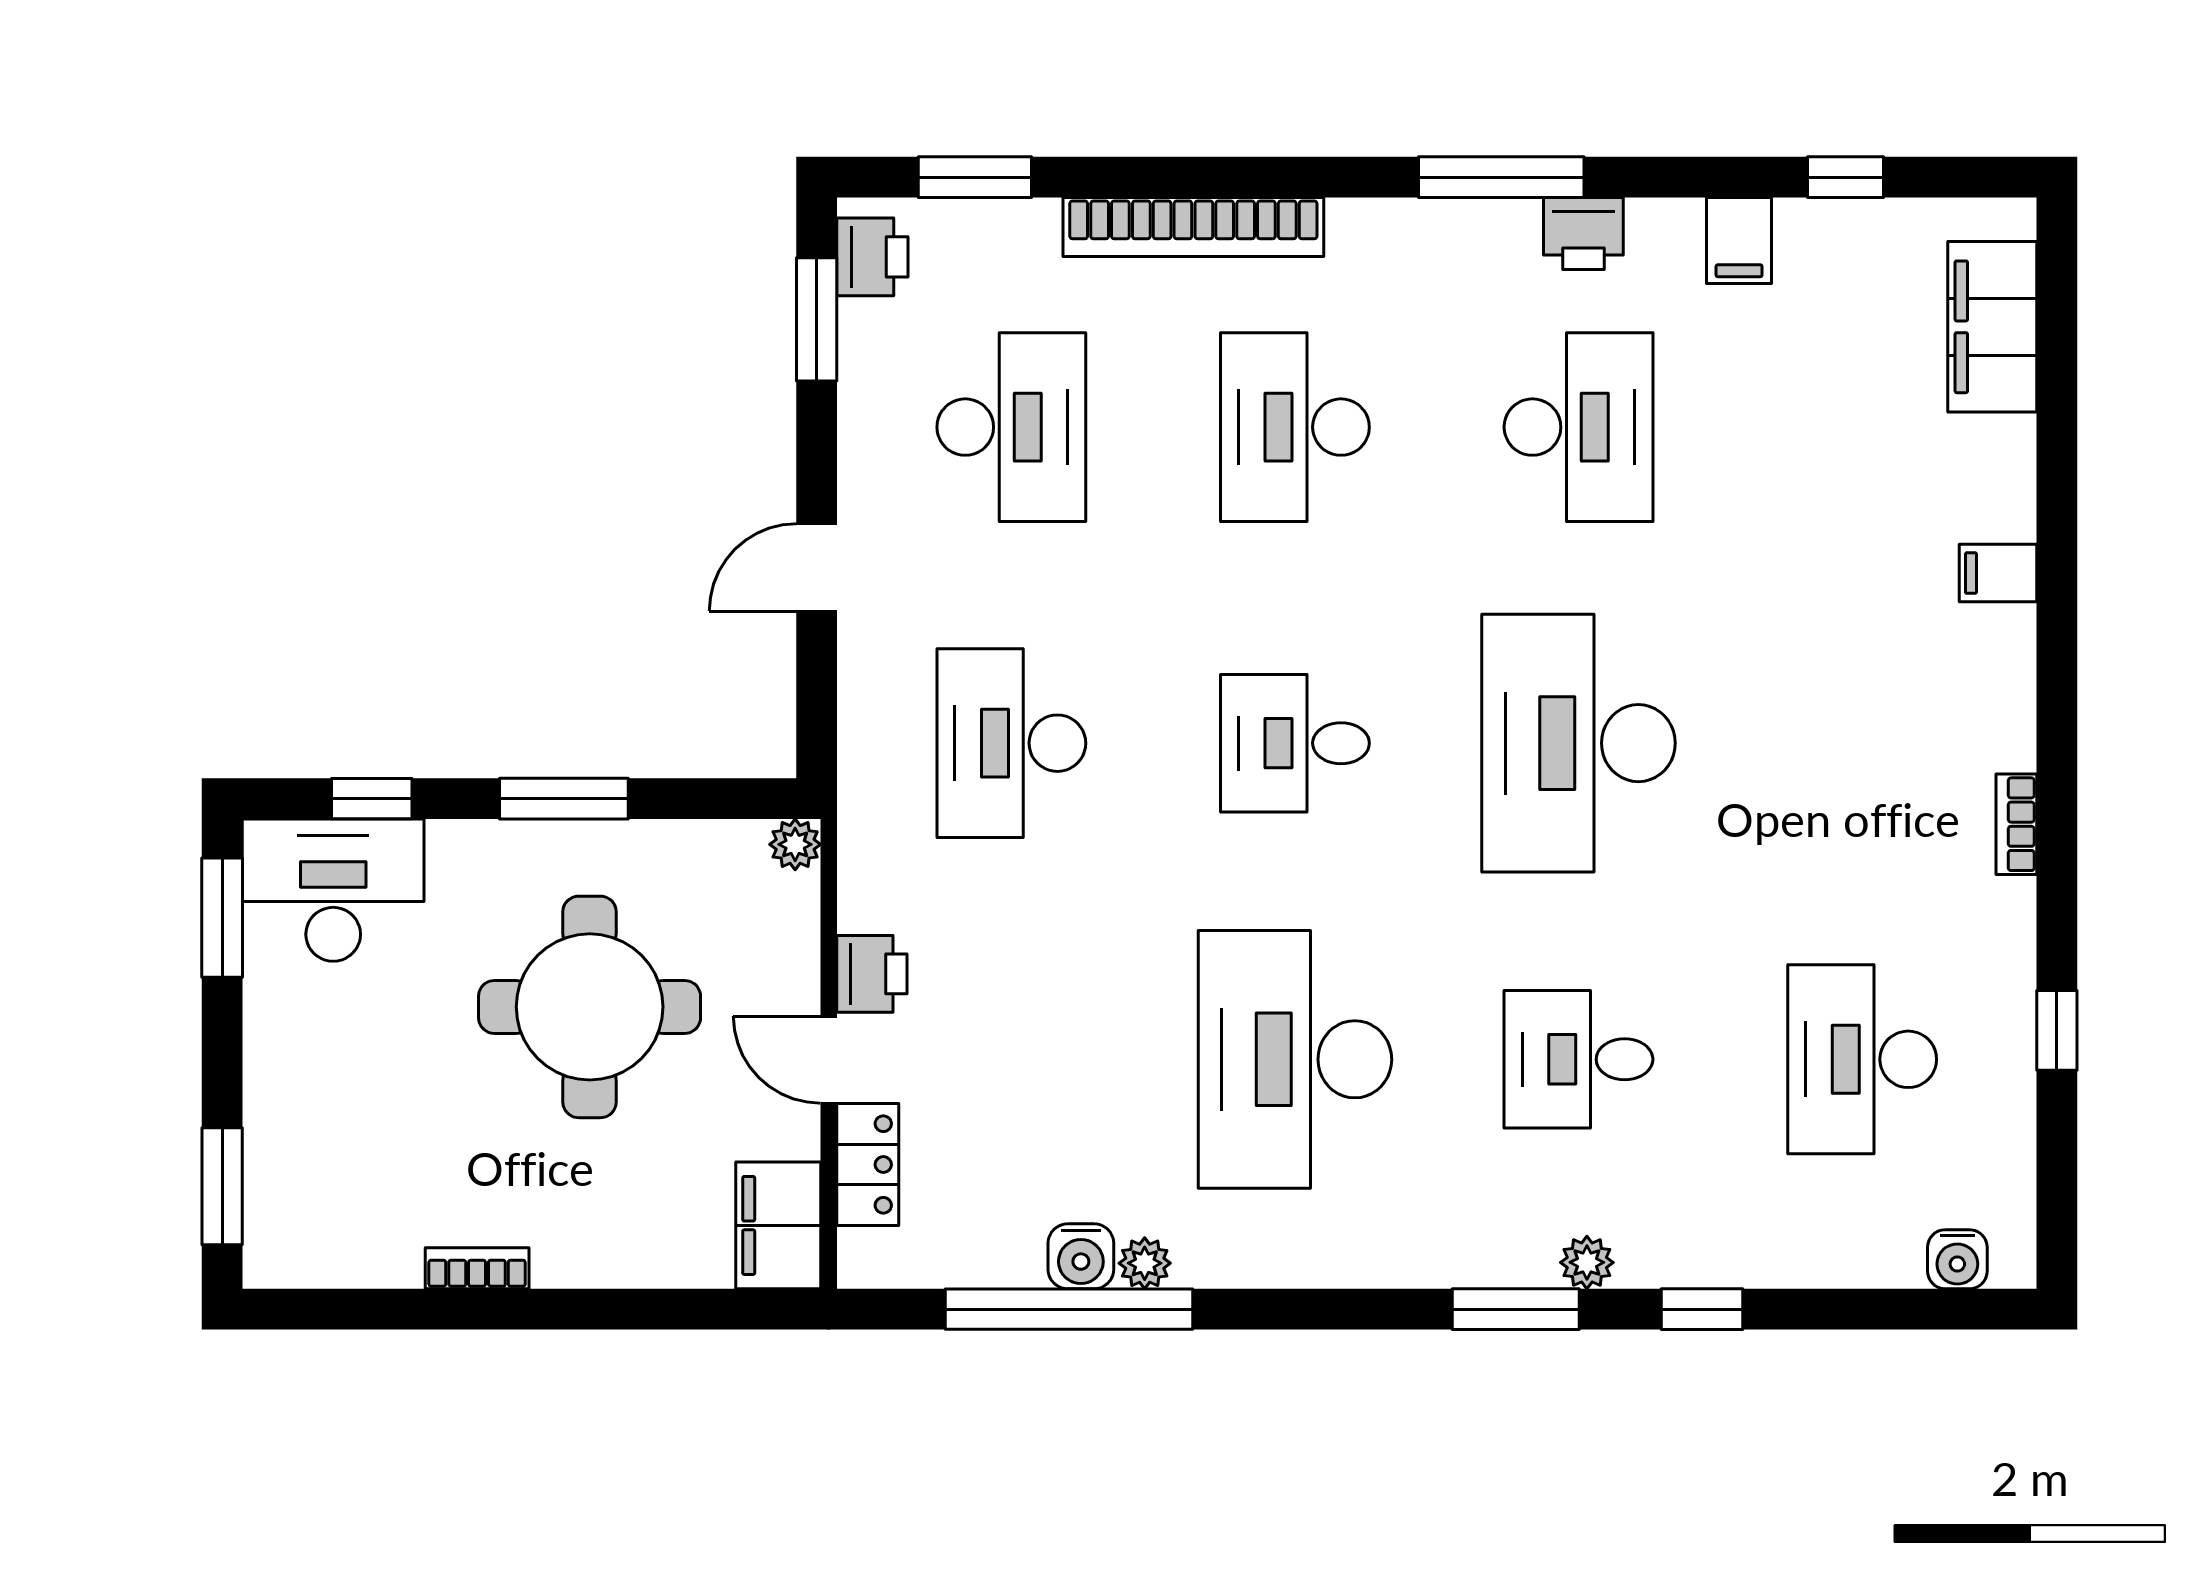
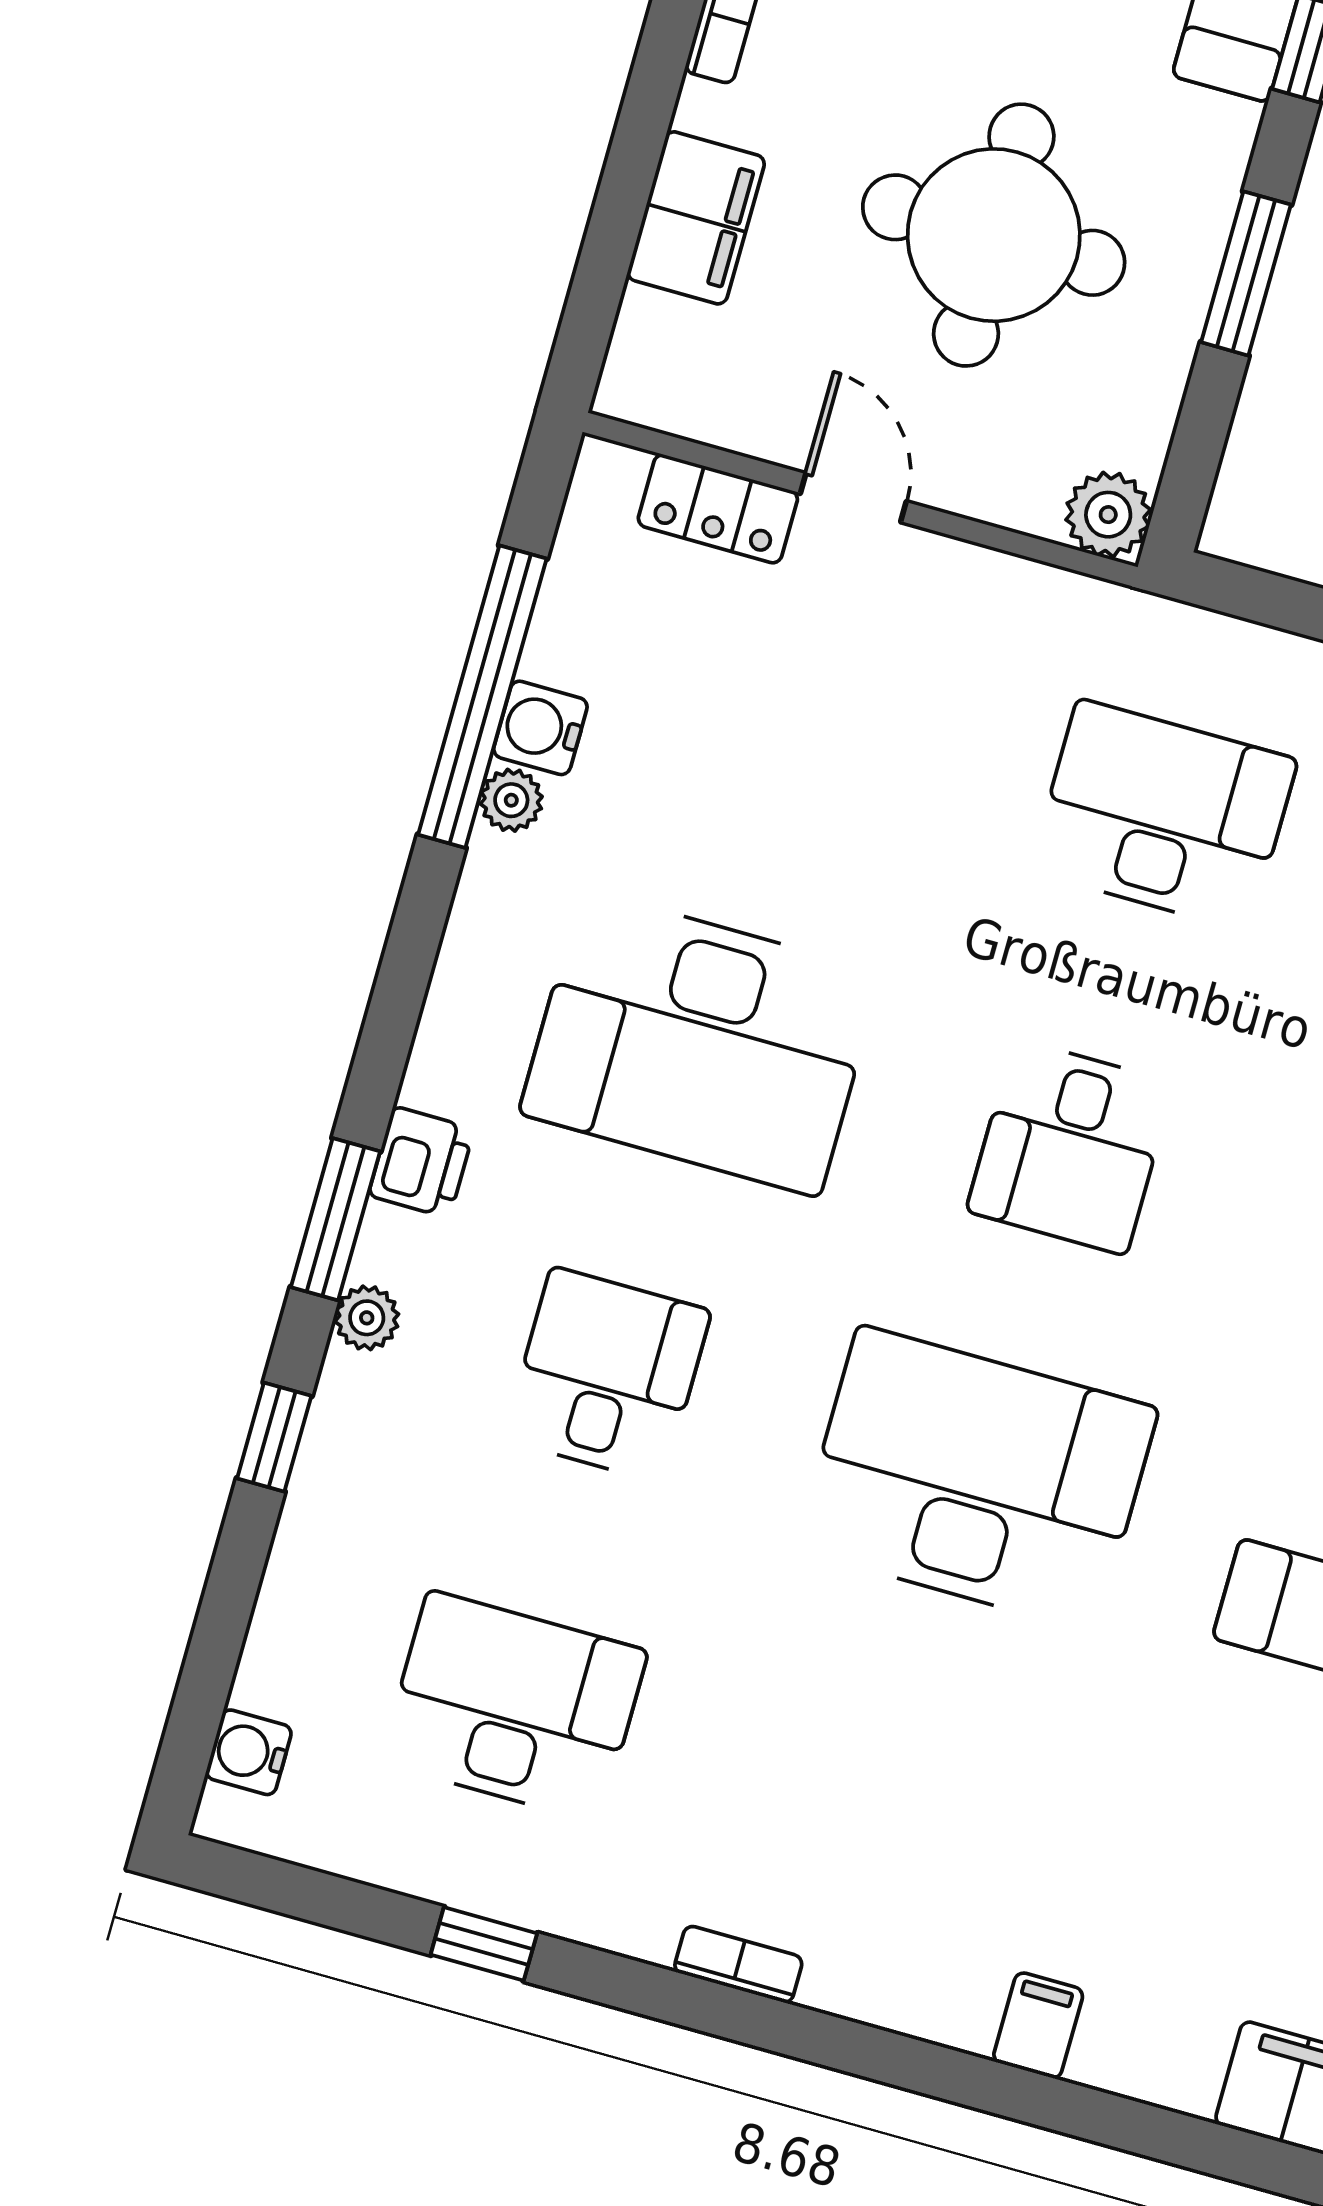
desk: (1295, 743) -> (1070, 1147), turned 180
plant: (795, 844) -> (1108, 515), width x1.38, depth x1.38
printer: (872, 974) -> (421, 1162), moved, turned -90
desk: (1295, 1059) -> (701, 1043), turned 180
door: (829, 1060) -> (853, 498), hinge flipped
filing cabinet: (778, 1225) -> (696, 218), moved, turned 90

